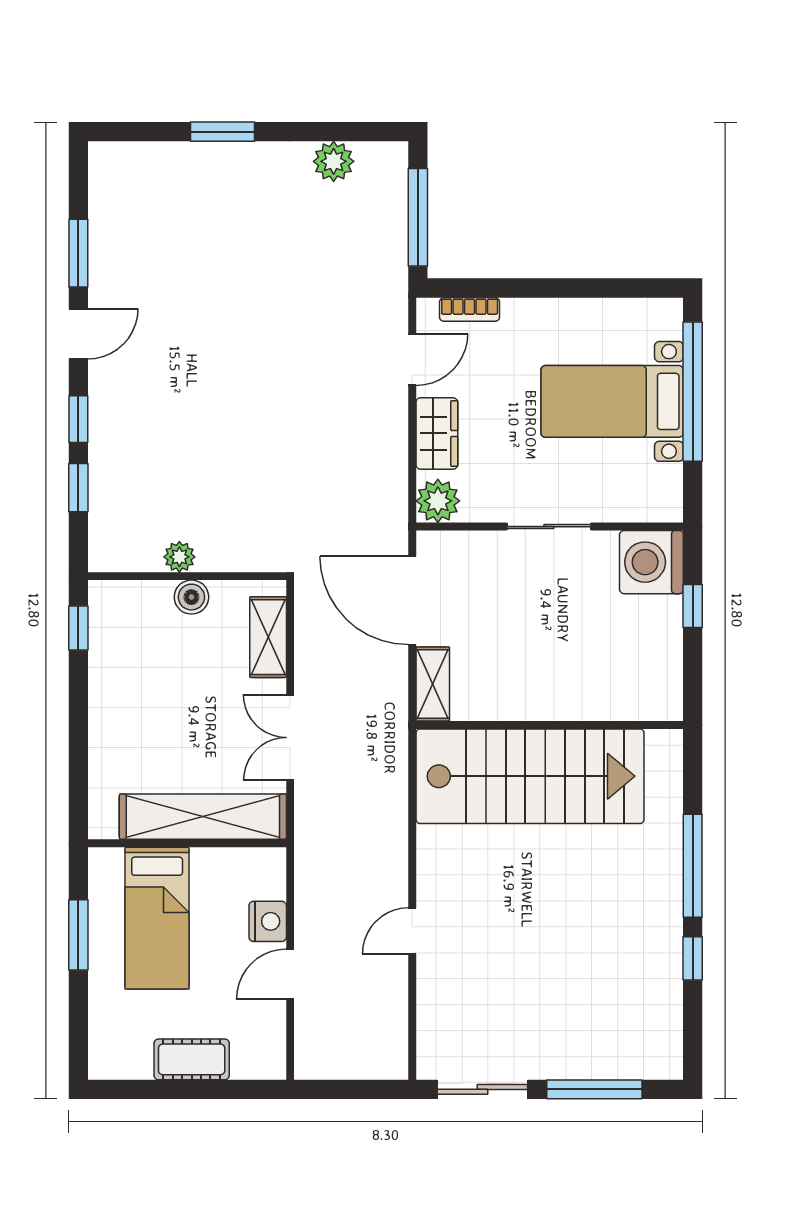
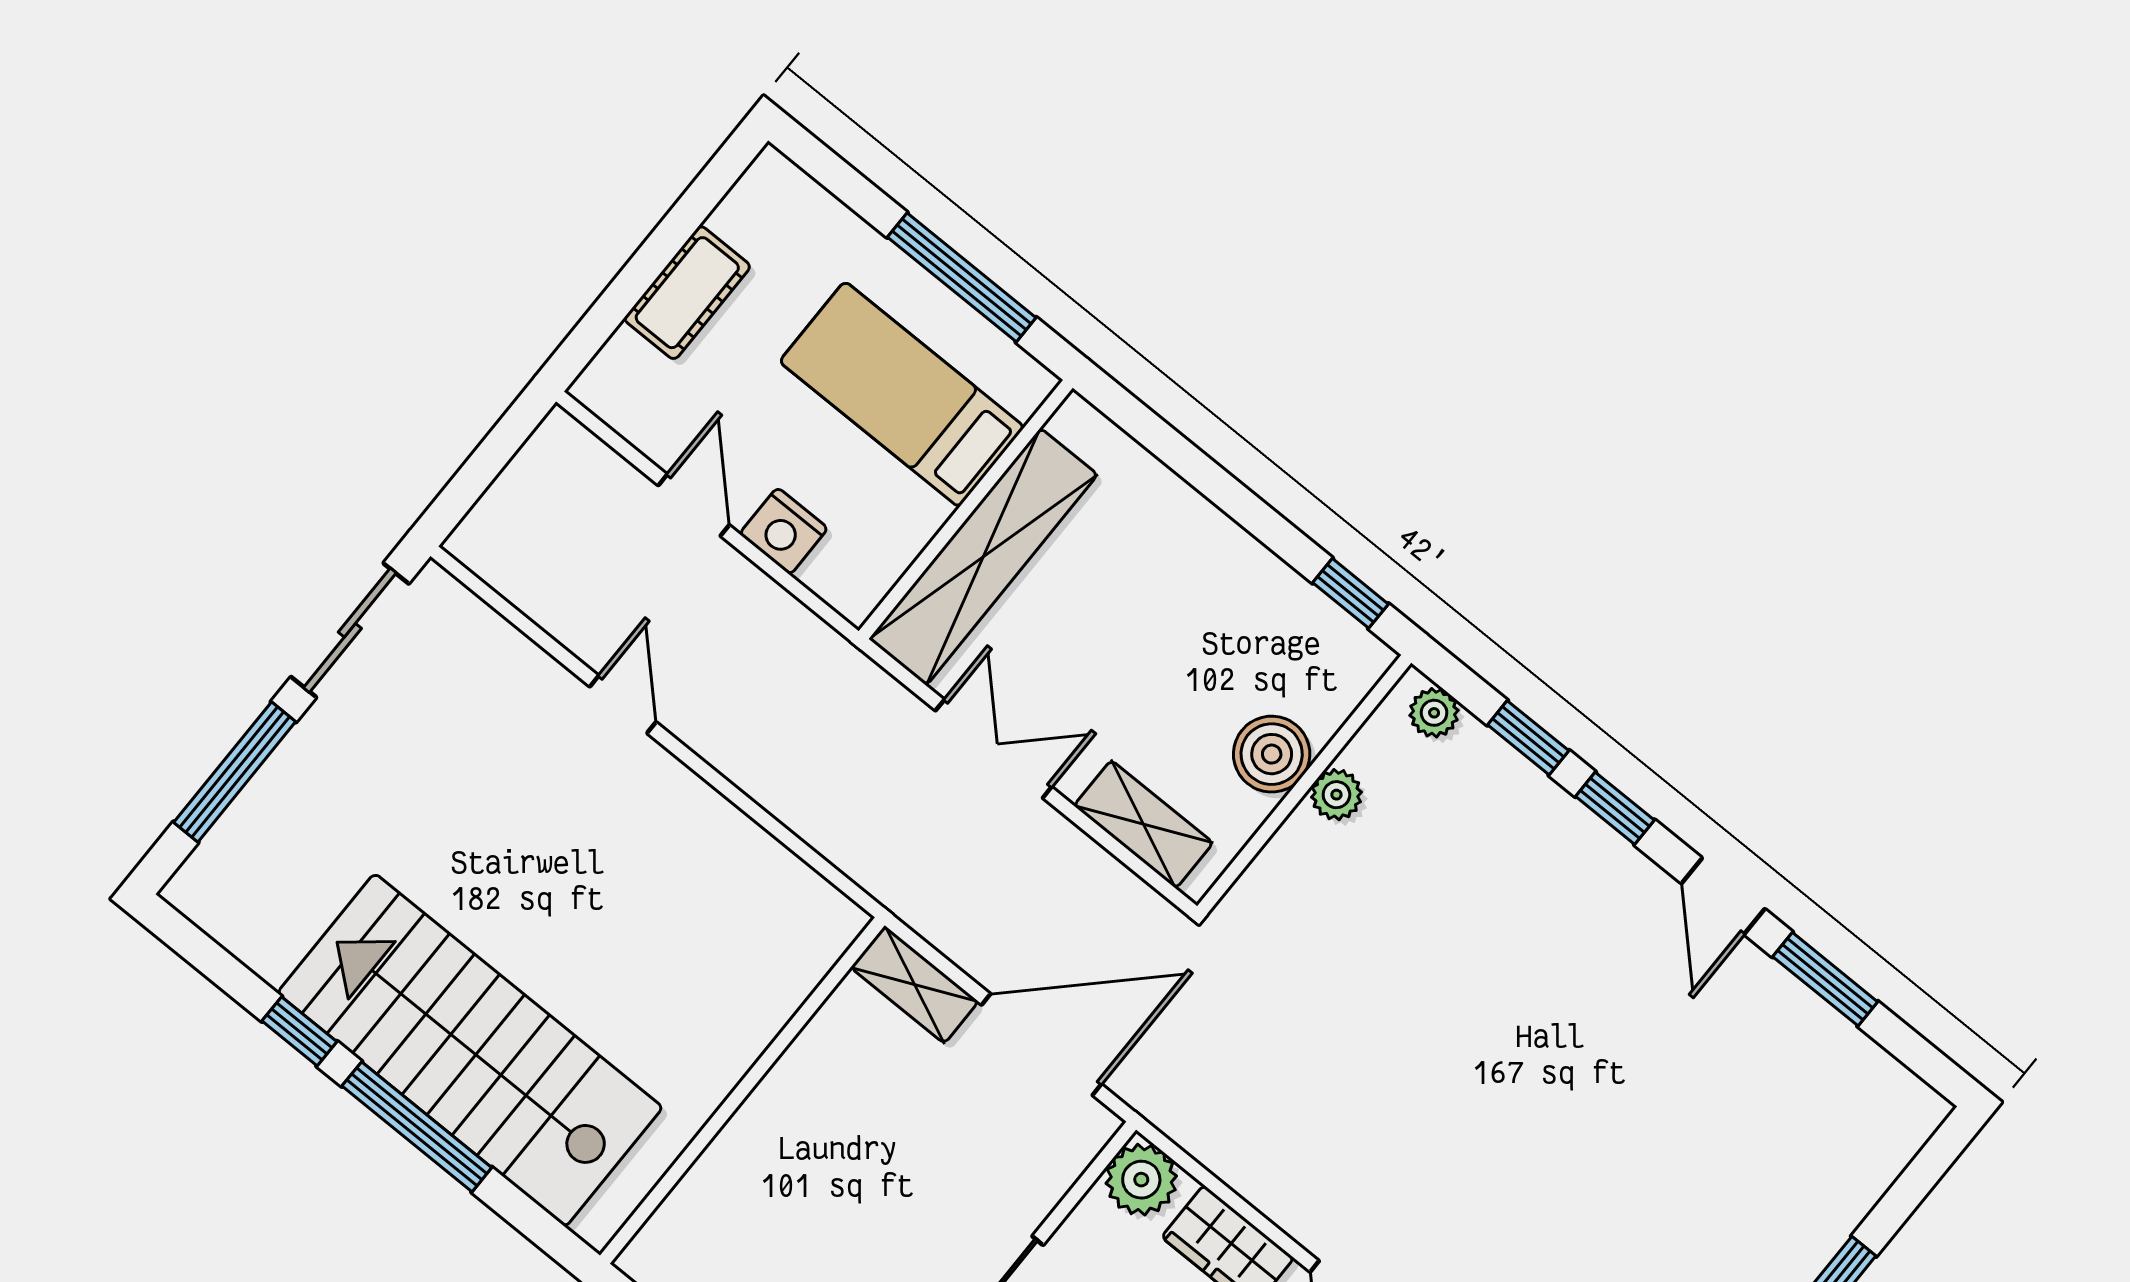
plant: (103, 542) -> (1434, 713), added
boiler: (191, 597) -> (1272, 754), width x1.36, depth x1.36
stairs: (530, 776) -> (470, 1050), moved, turned 90
window: (78, 935) -> (962, 277), width x1.44

